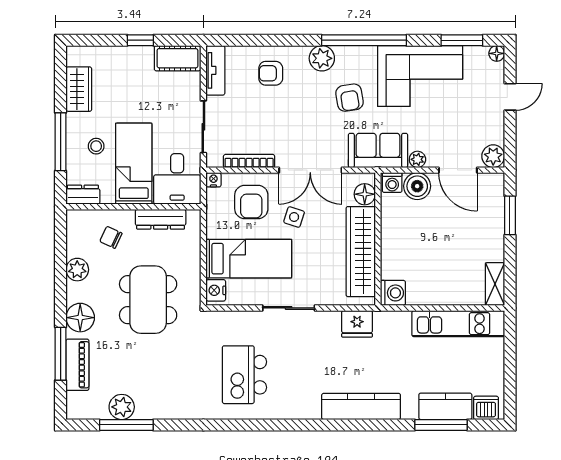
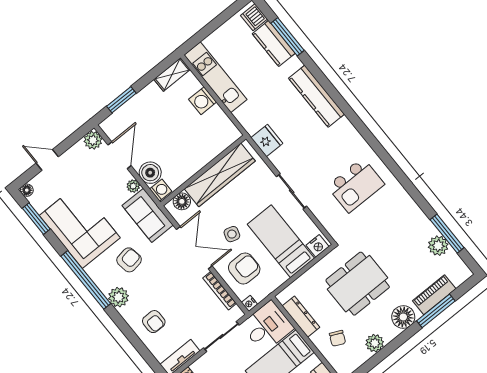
washing machine: (393, 293) -> (203, 101), moved, turned -90

